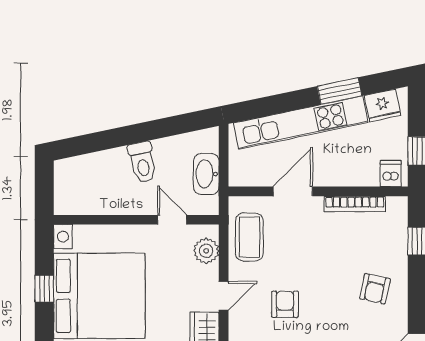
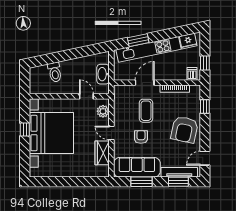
window: (339, 91) -> (138, 40), moved
toilet: (142, 162) -> (55, 72), moved
coffee table: (249, 237) -> (146, 111), moved
armchair: (375, 289) -> (184, 130), width x1.88, depth x1.88
door: (224, 296) -> (111, 133), swing flipped

